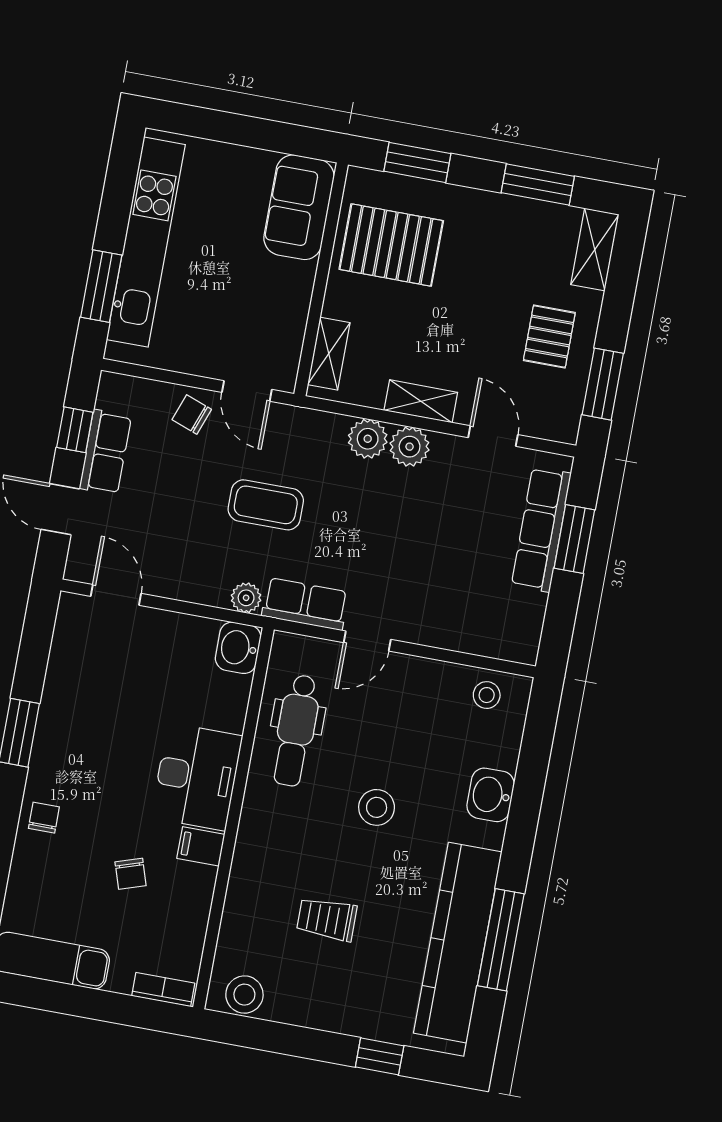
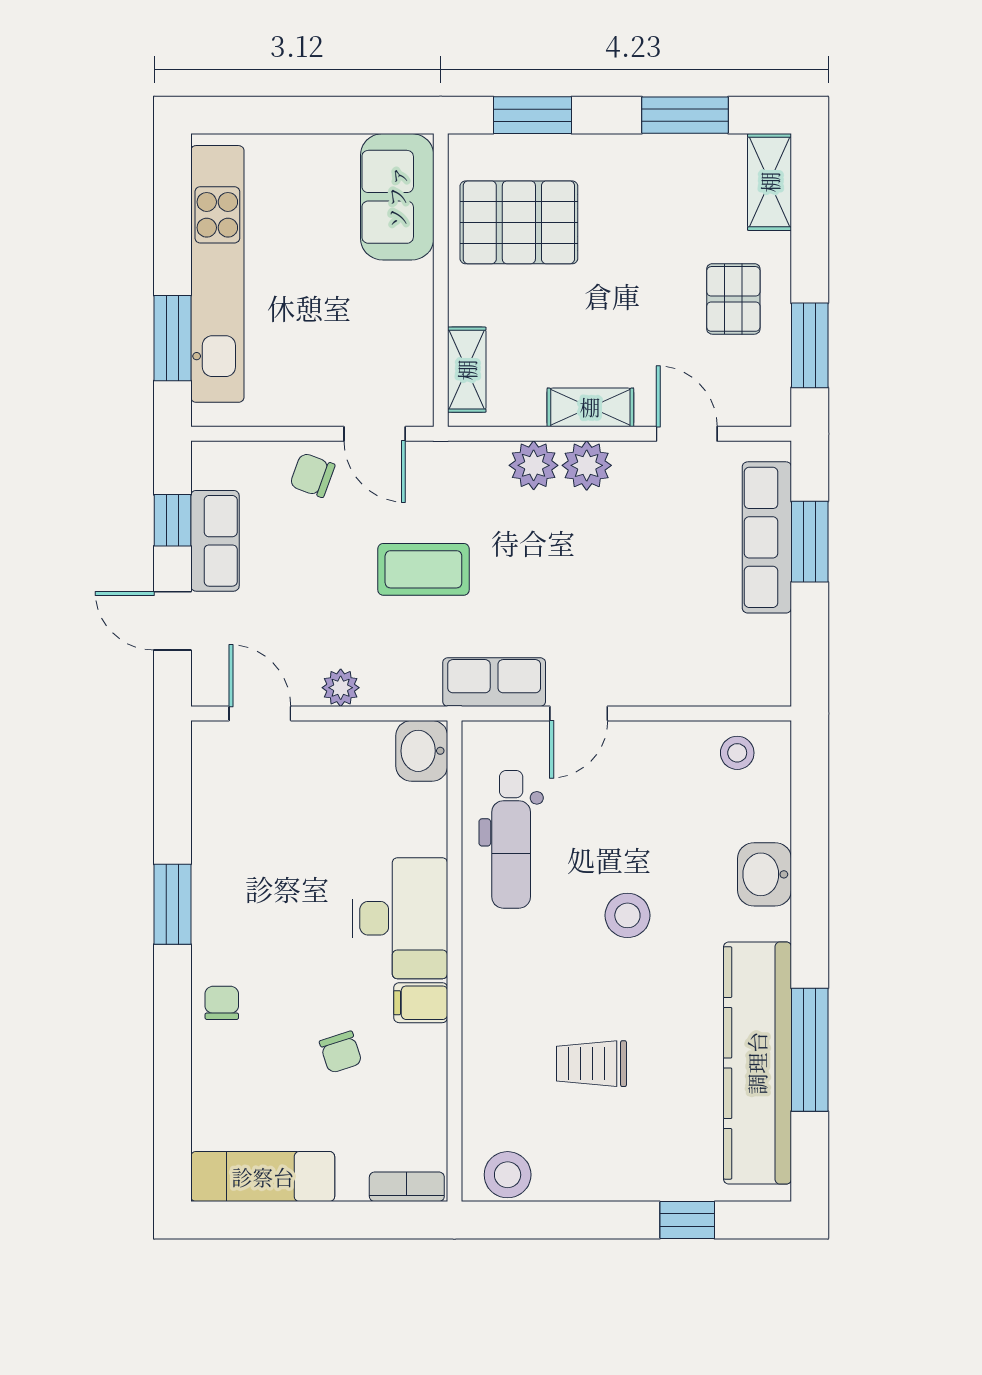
plant: (246, 598) -> (341, 688), moved

